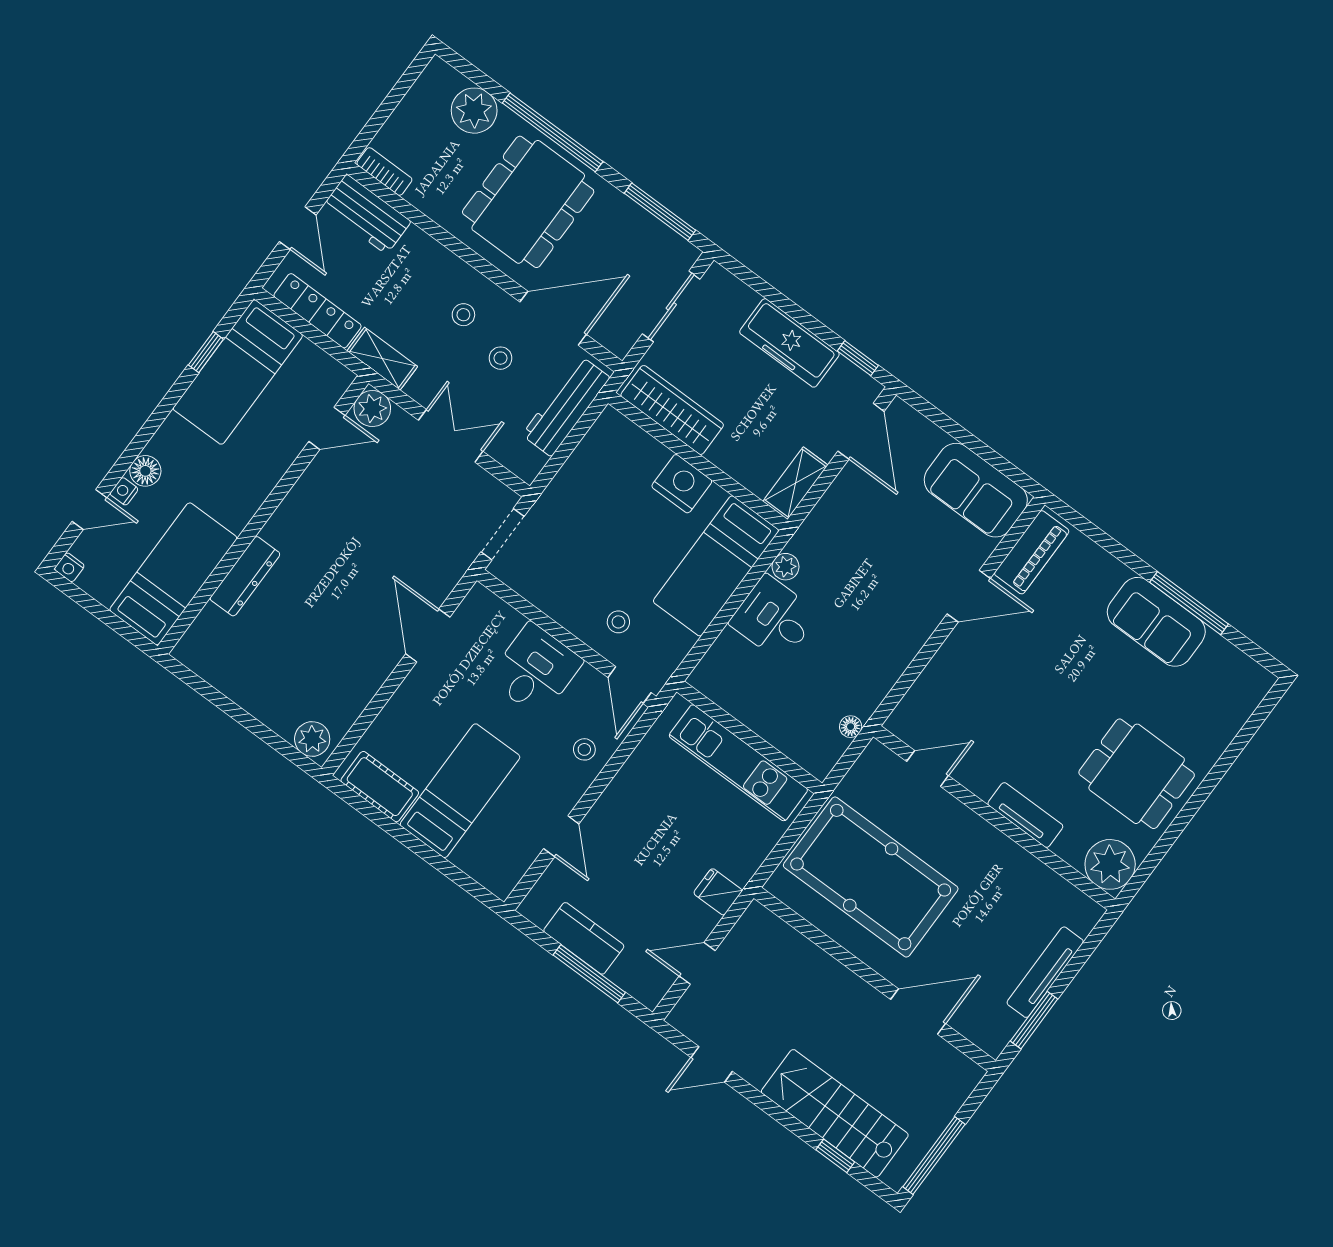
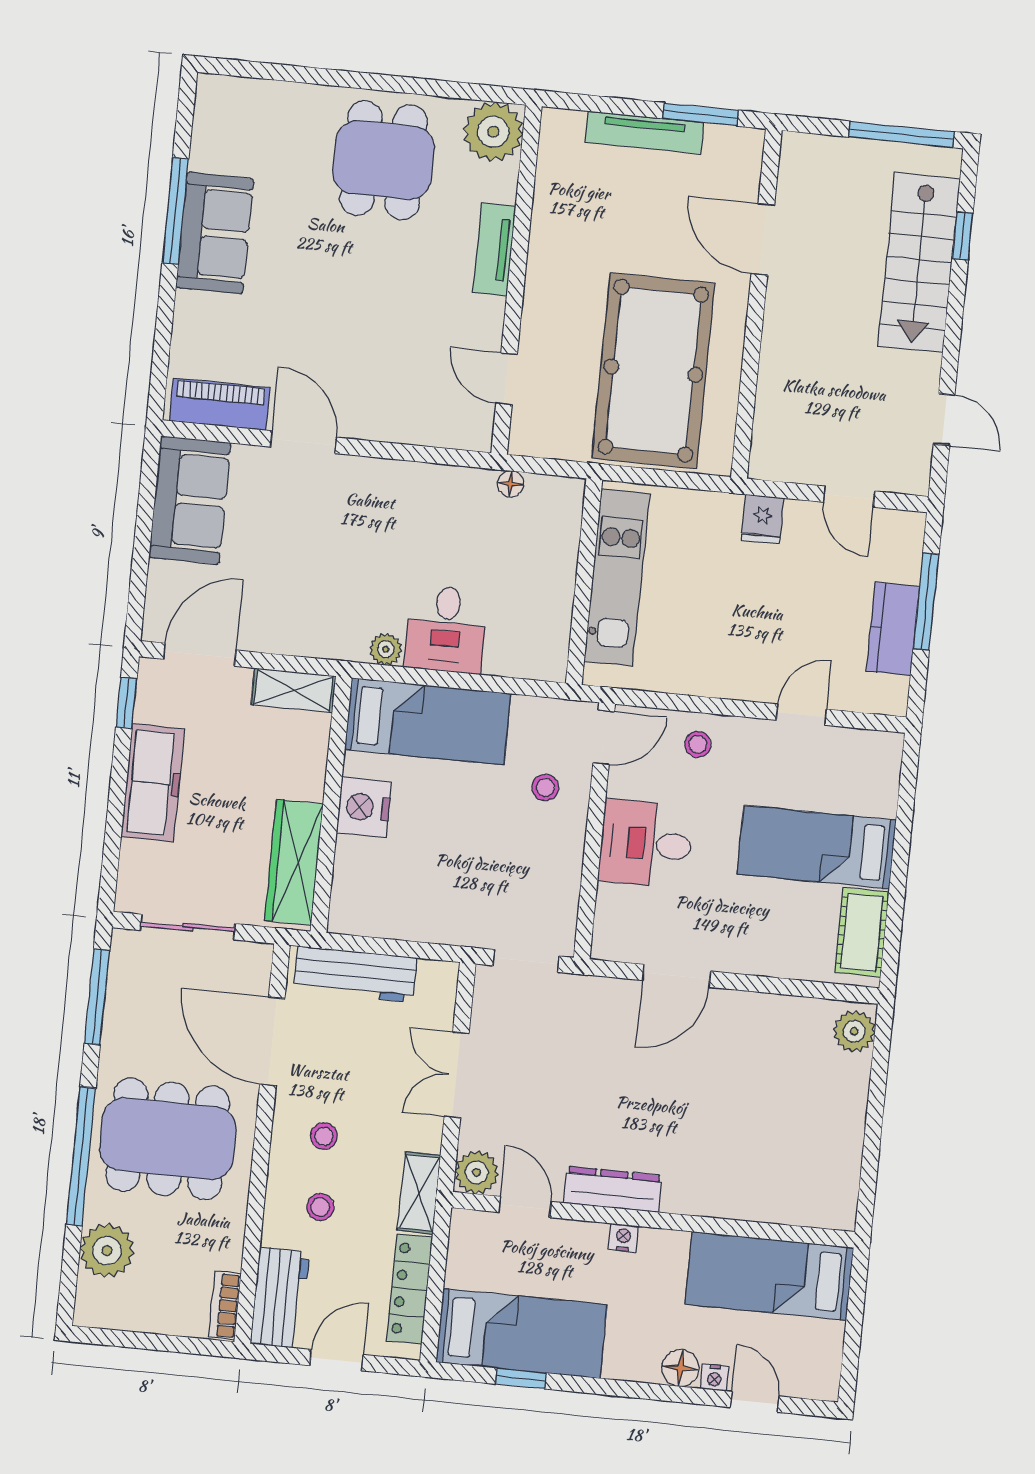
stool: (501, 358) -> (320, 1207), moved
nightstand: (69, 567) -> (623, 1238), moved, turned -90
dresser: (245, 576) -> (613, 1189), moved

